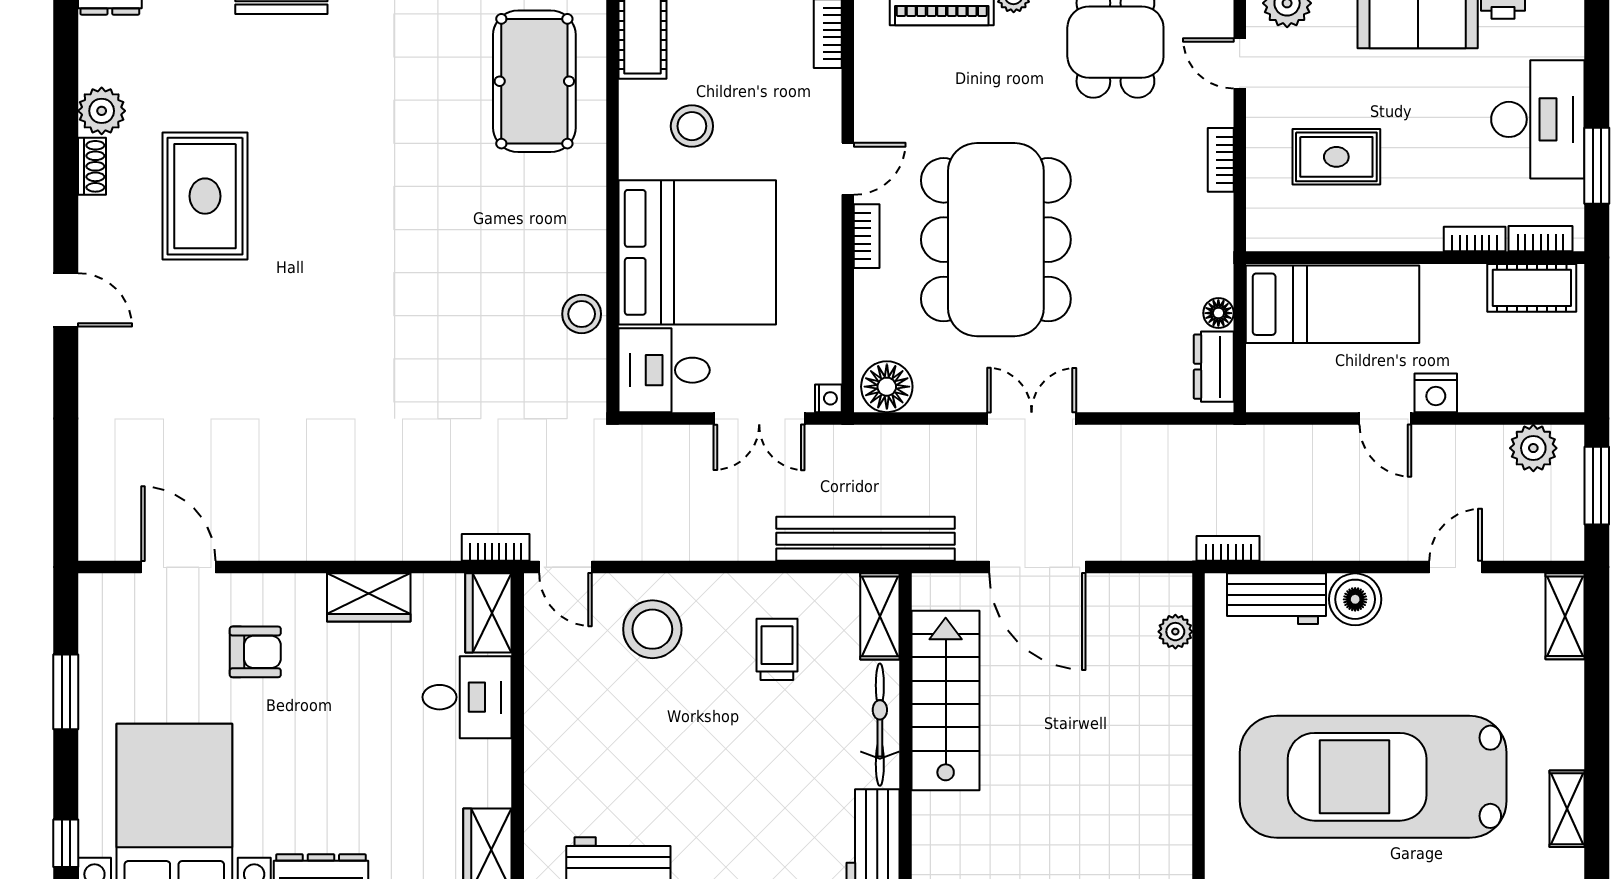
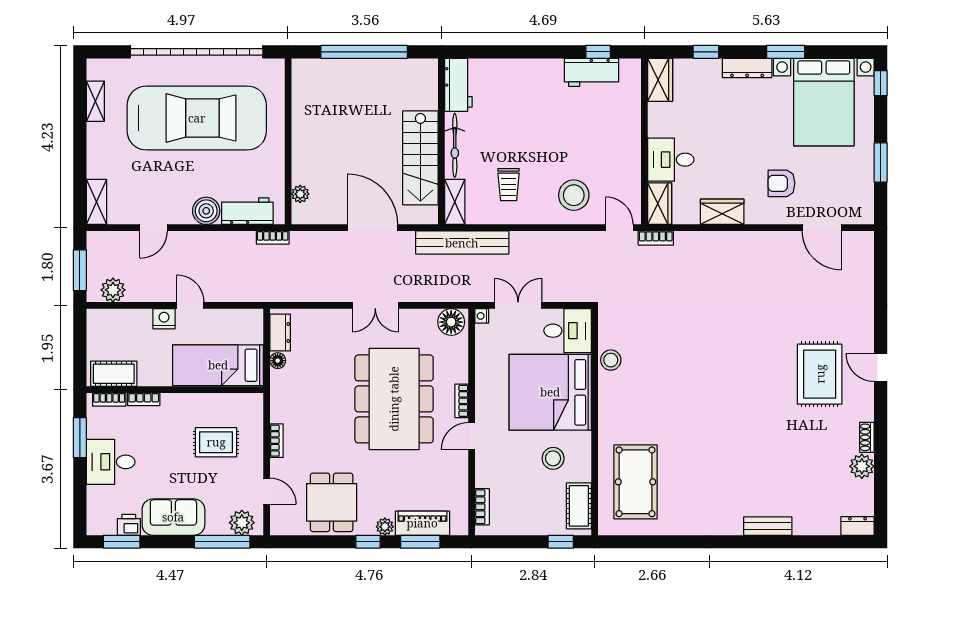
desk: (1538, 119) -> (111, 462), width x0.73
rug: (205, 196) -> (820, 374), moved

